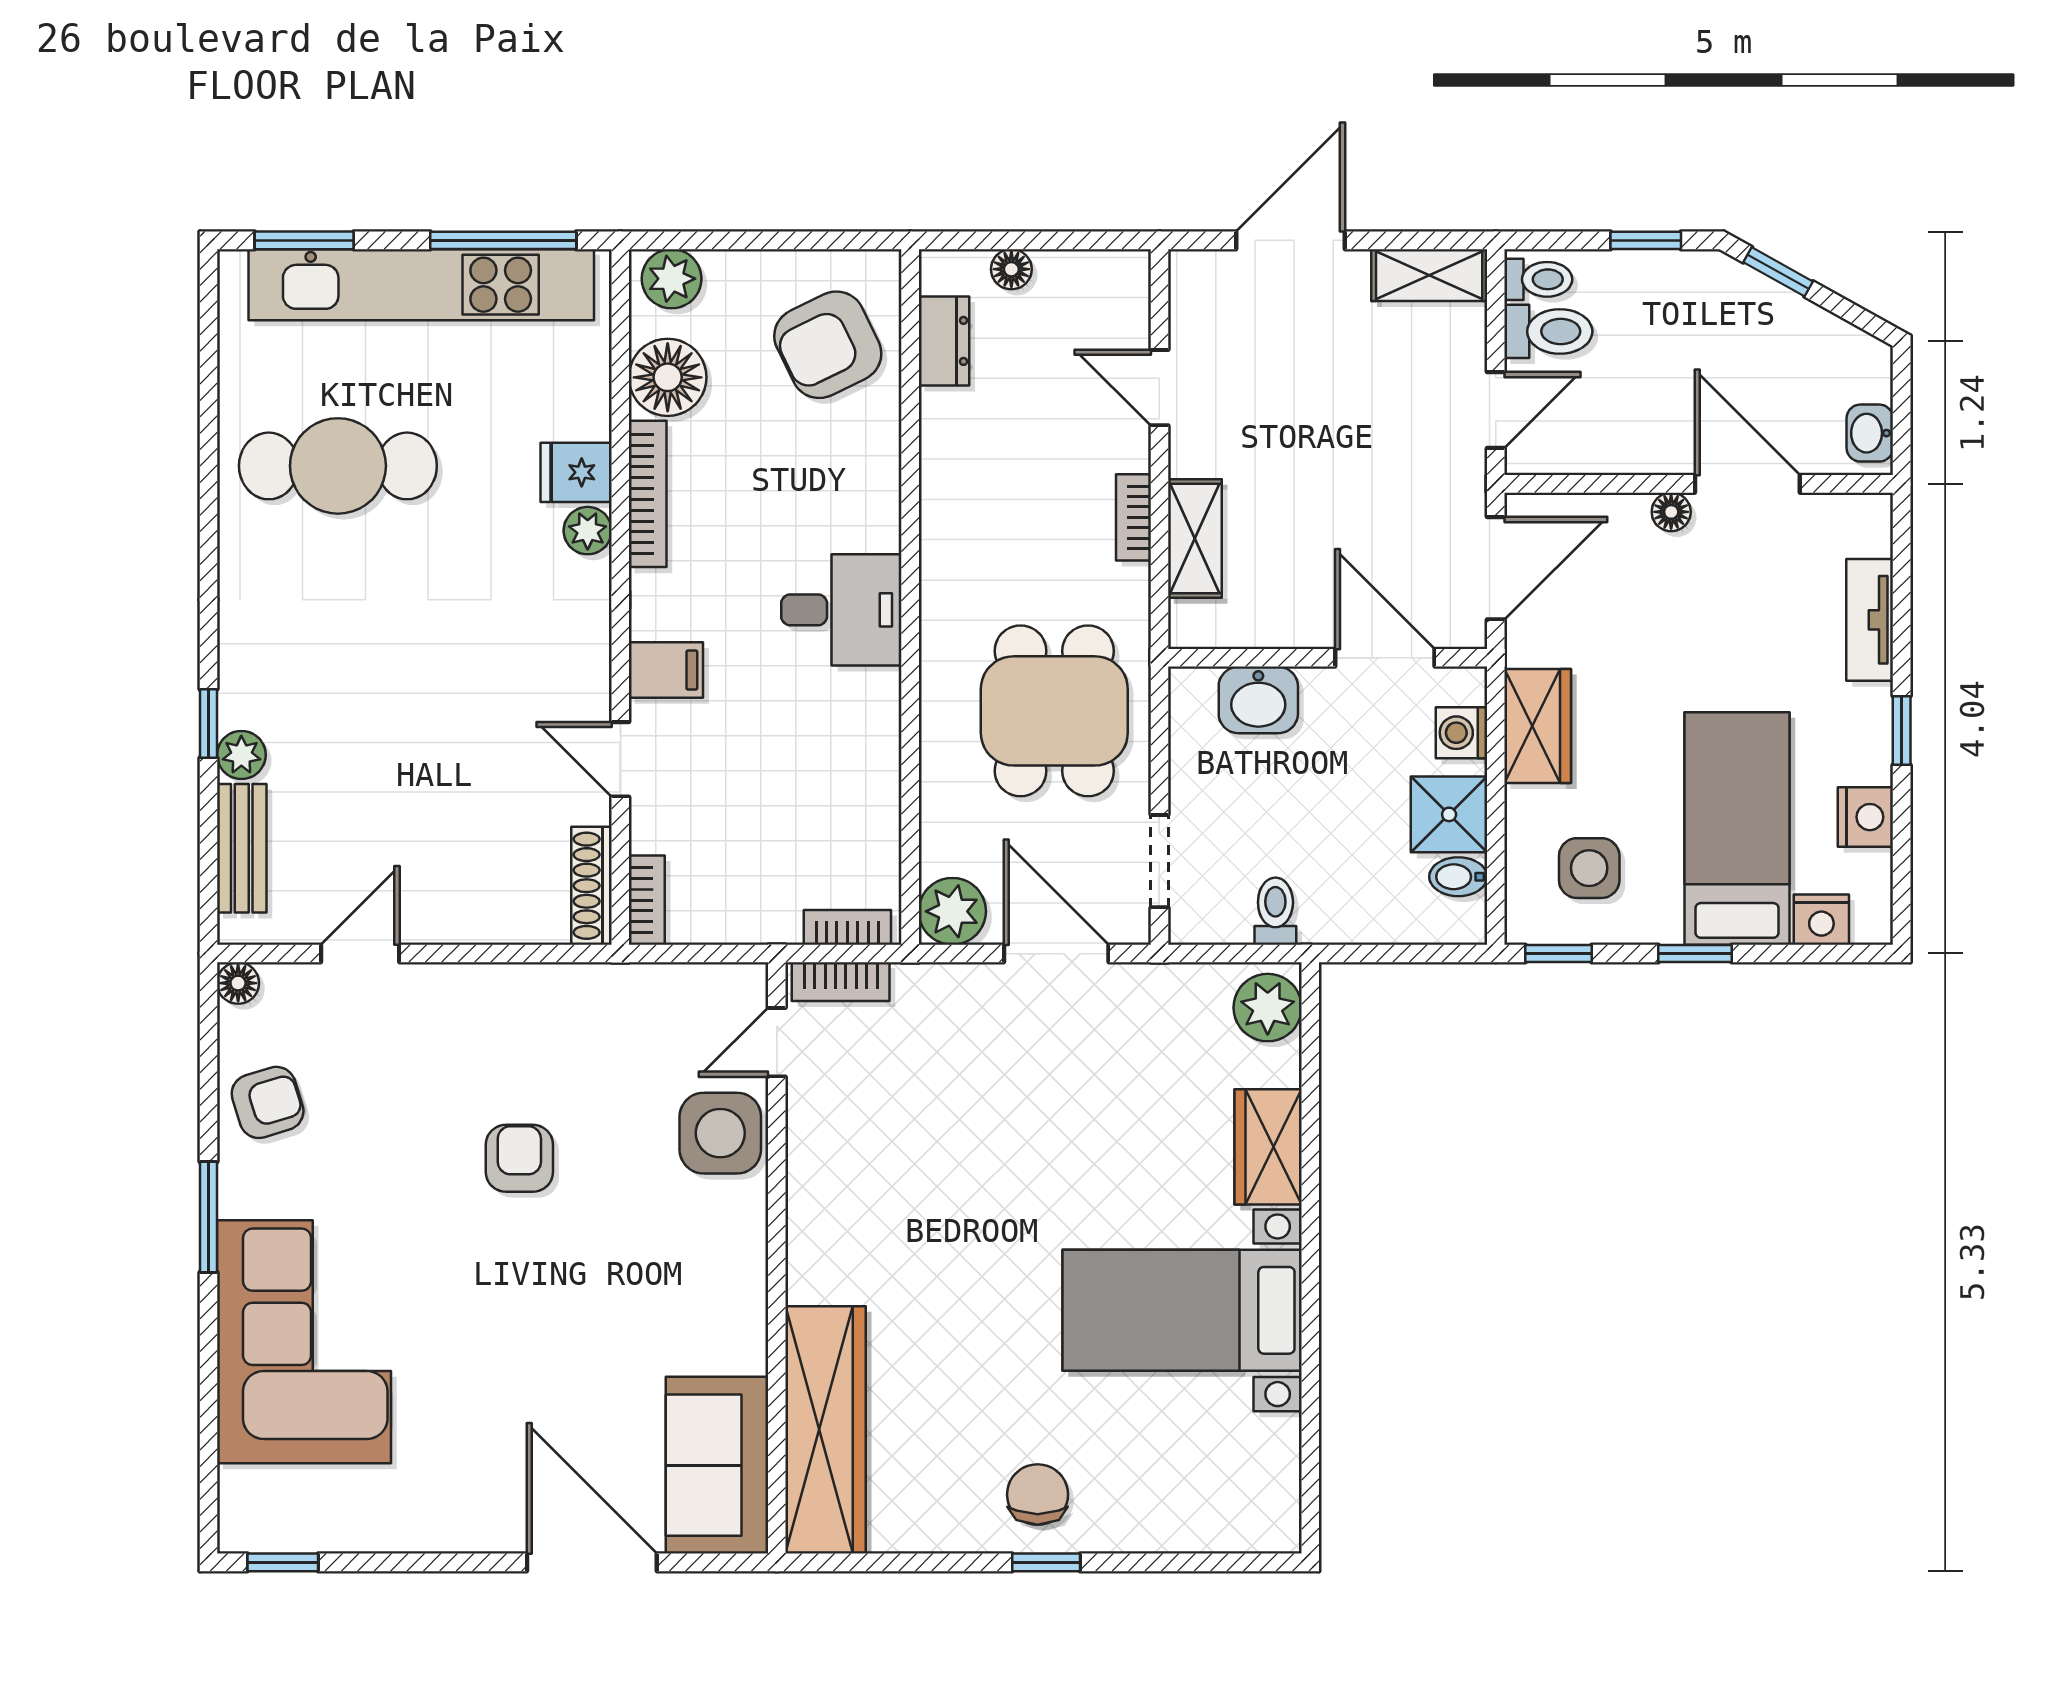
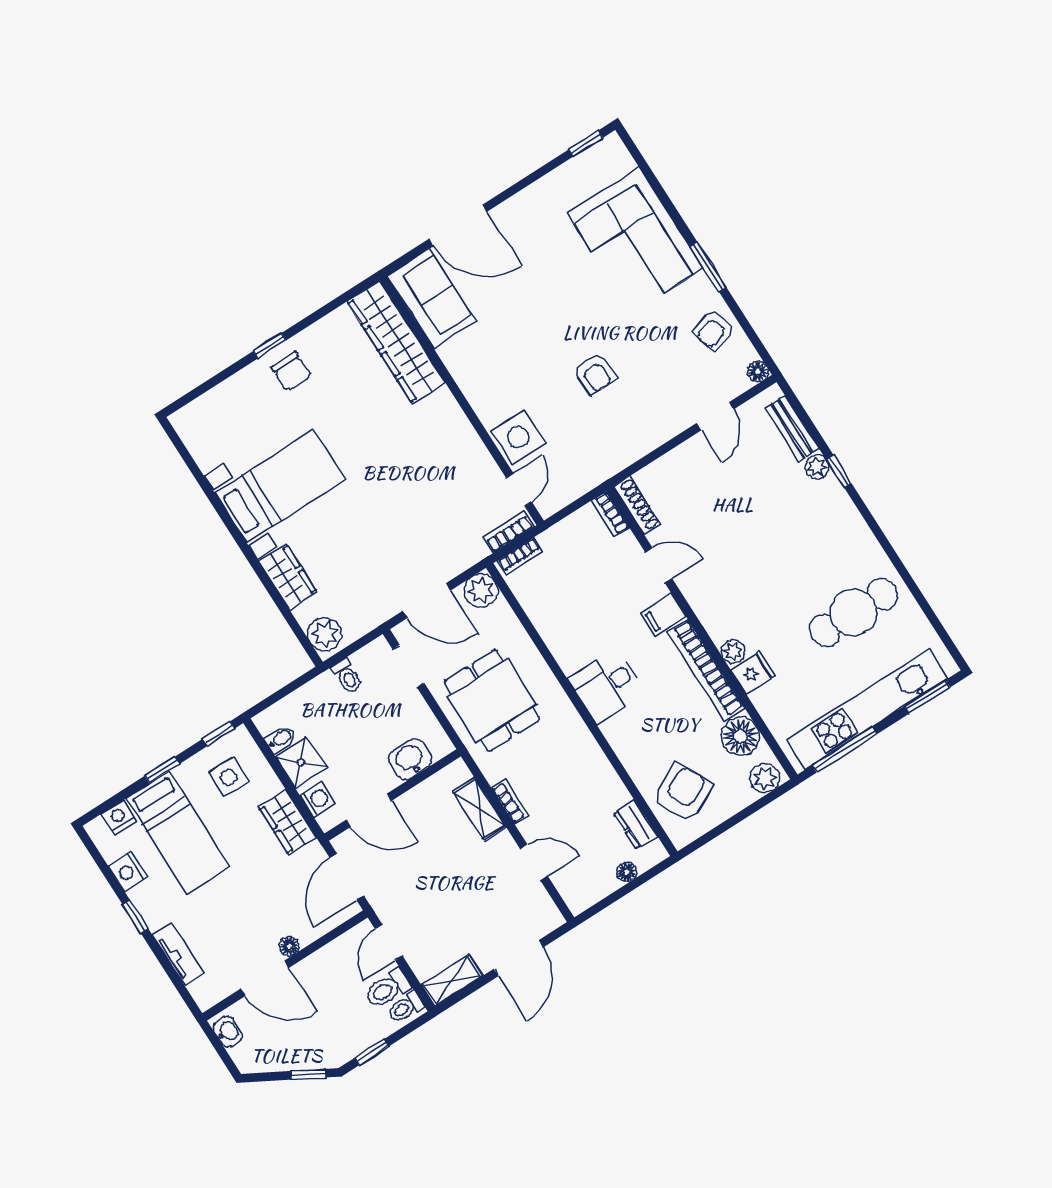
bookcase: (648, 494) -> (706, 670), width x1.48, depth x1.31

